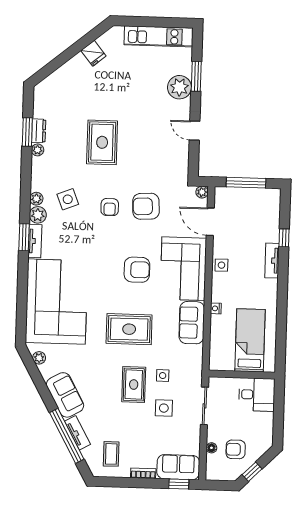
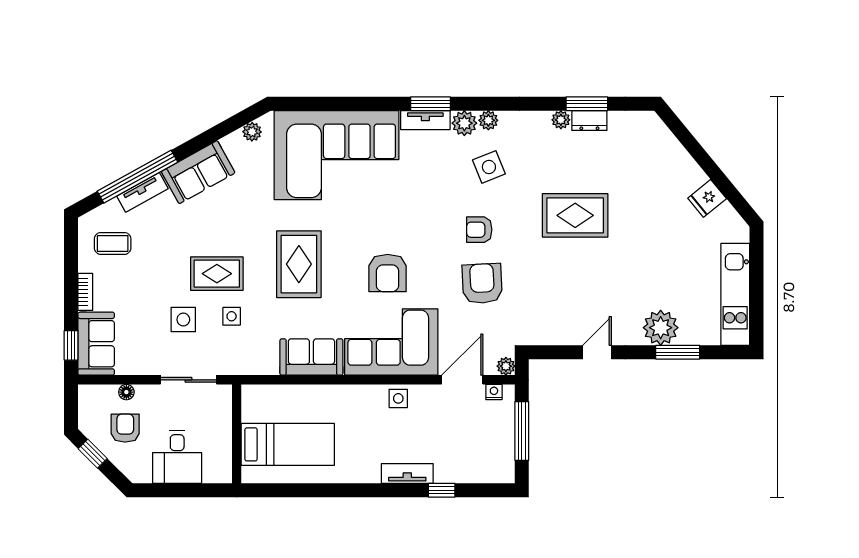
nightstand: (216, 308) -> (494, 392), moved
desk: (257, 395) -> (177, 457), moved

